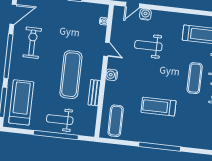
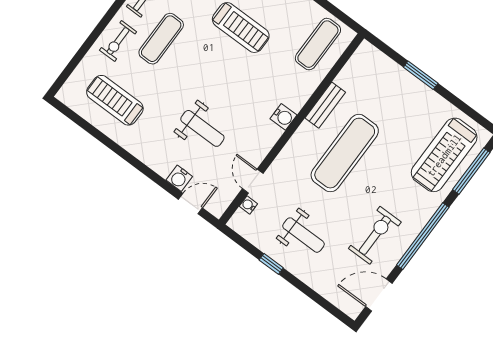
exercise bike: (32, 43) -> (375, 235), turned 180
door: (107, 49) -> (253, 181), moved
weight bench: (60, 120) -> (304, 235), moved
window: (56, 135) -> (421, 75), width x0.47

